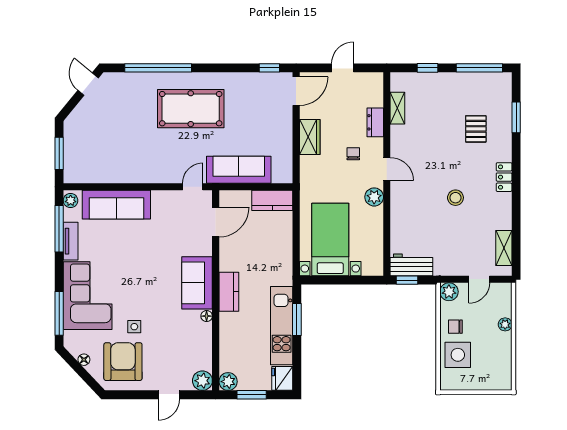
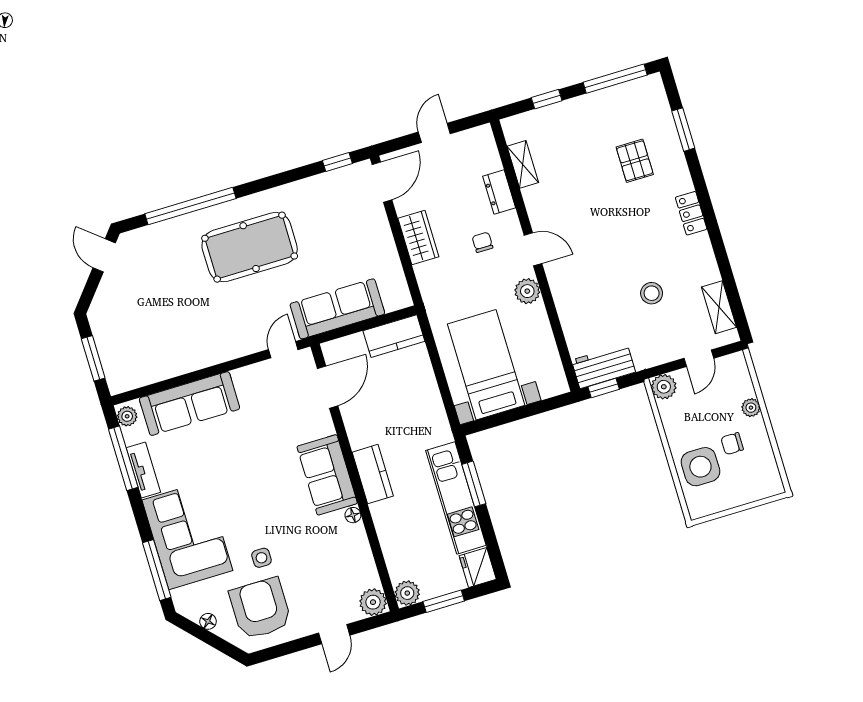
stool: (455, 198) -> (652, 293), moved
chair: (455, 327) -> (732, 444), moved

